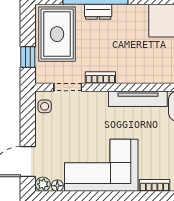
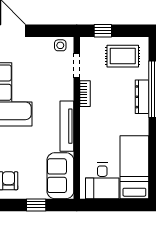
dresser: (98, 12) -> (142, 97), width x1.44
rug: (57, 34) -> (123, 56), width x0.73, depth x0.70

